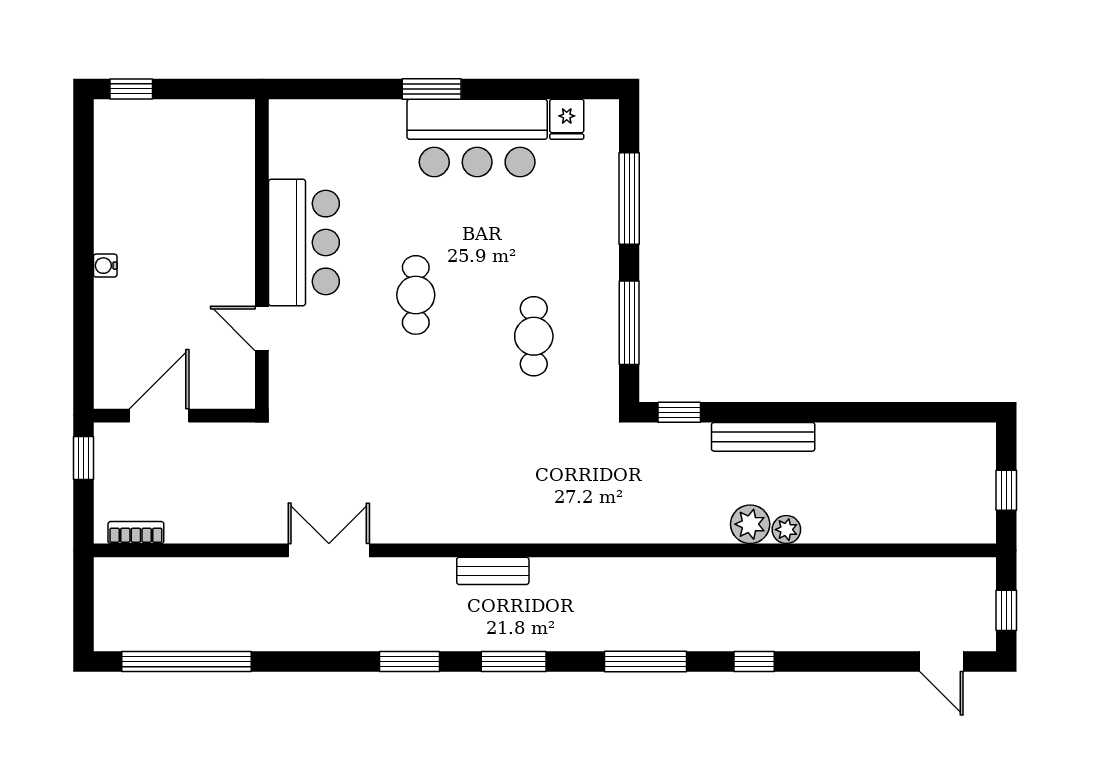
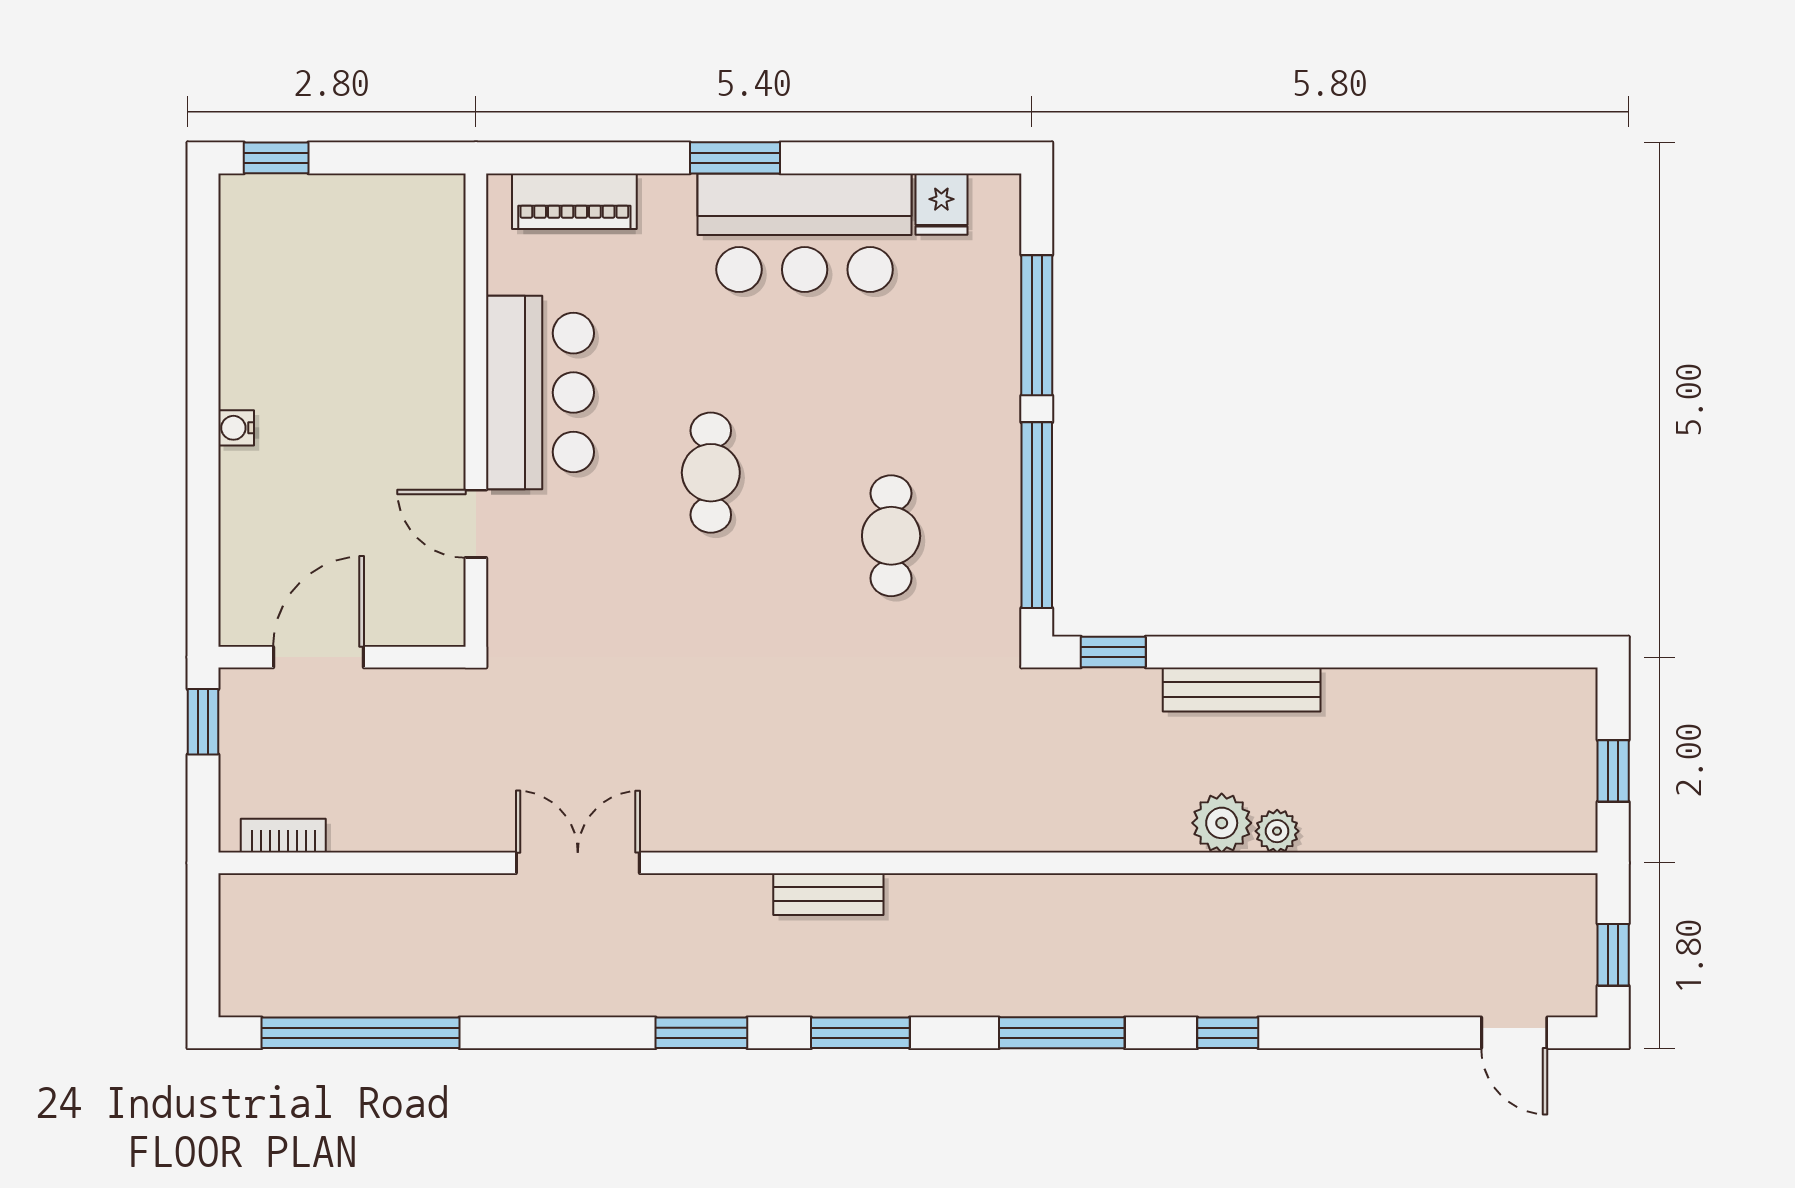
piano: (326, 117) -> (574, 201), added
window: (629, 323) -> (1037, 515), width x1.46

